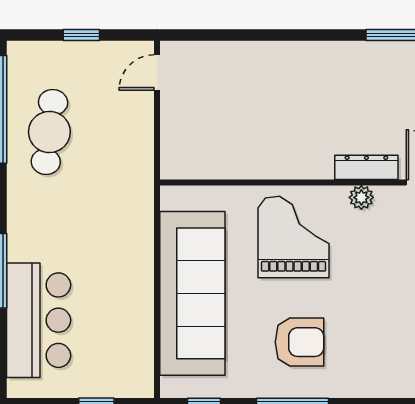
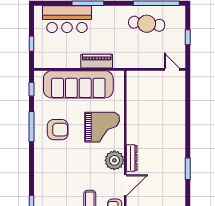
plant: (361, 197) -> (114, 160), width x1.87, depth x1.87
piano: (138, 250) -> (97, 61), added
armchair: (299, 342) -> (58, 130), turned -90

